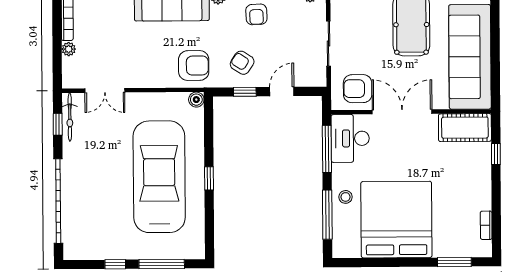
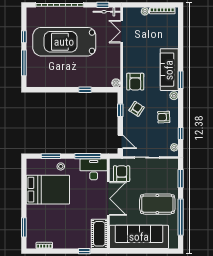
door: (282, 92) -> (120, 142), moved
car: (159, 177) -> (64, 42), moved, turned 180
window: (209, 178) -> (85, 90), moved
window: (327, 215) -> (51, 156), width x0.69
bed: (396, 220) -> (48, 190), width x0.73

